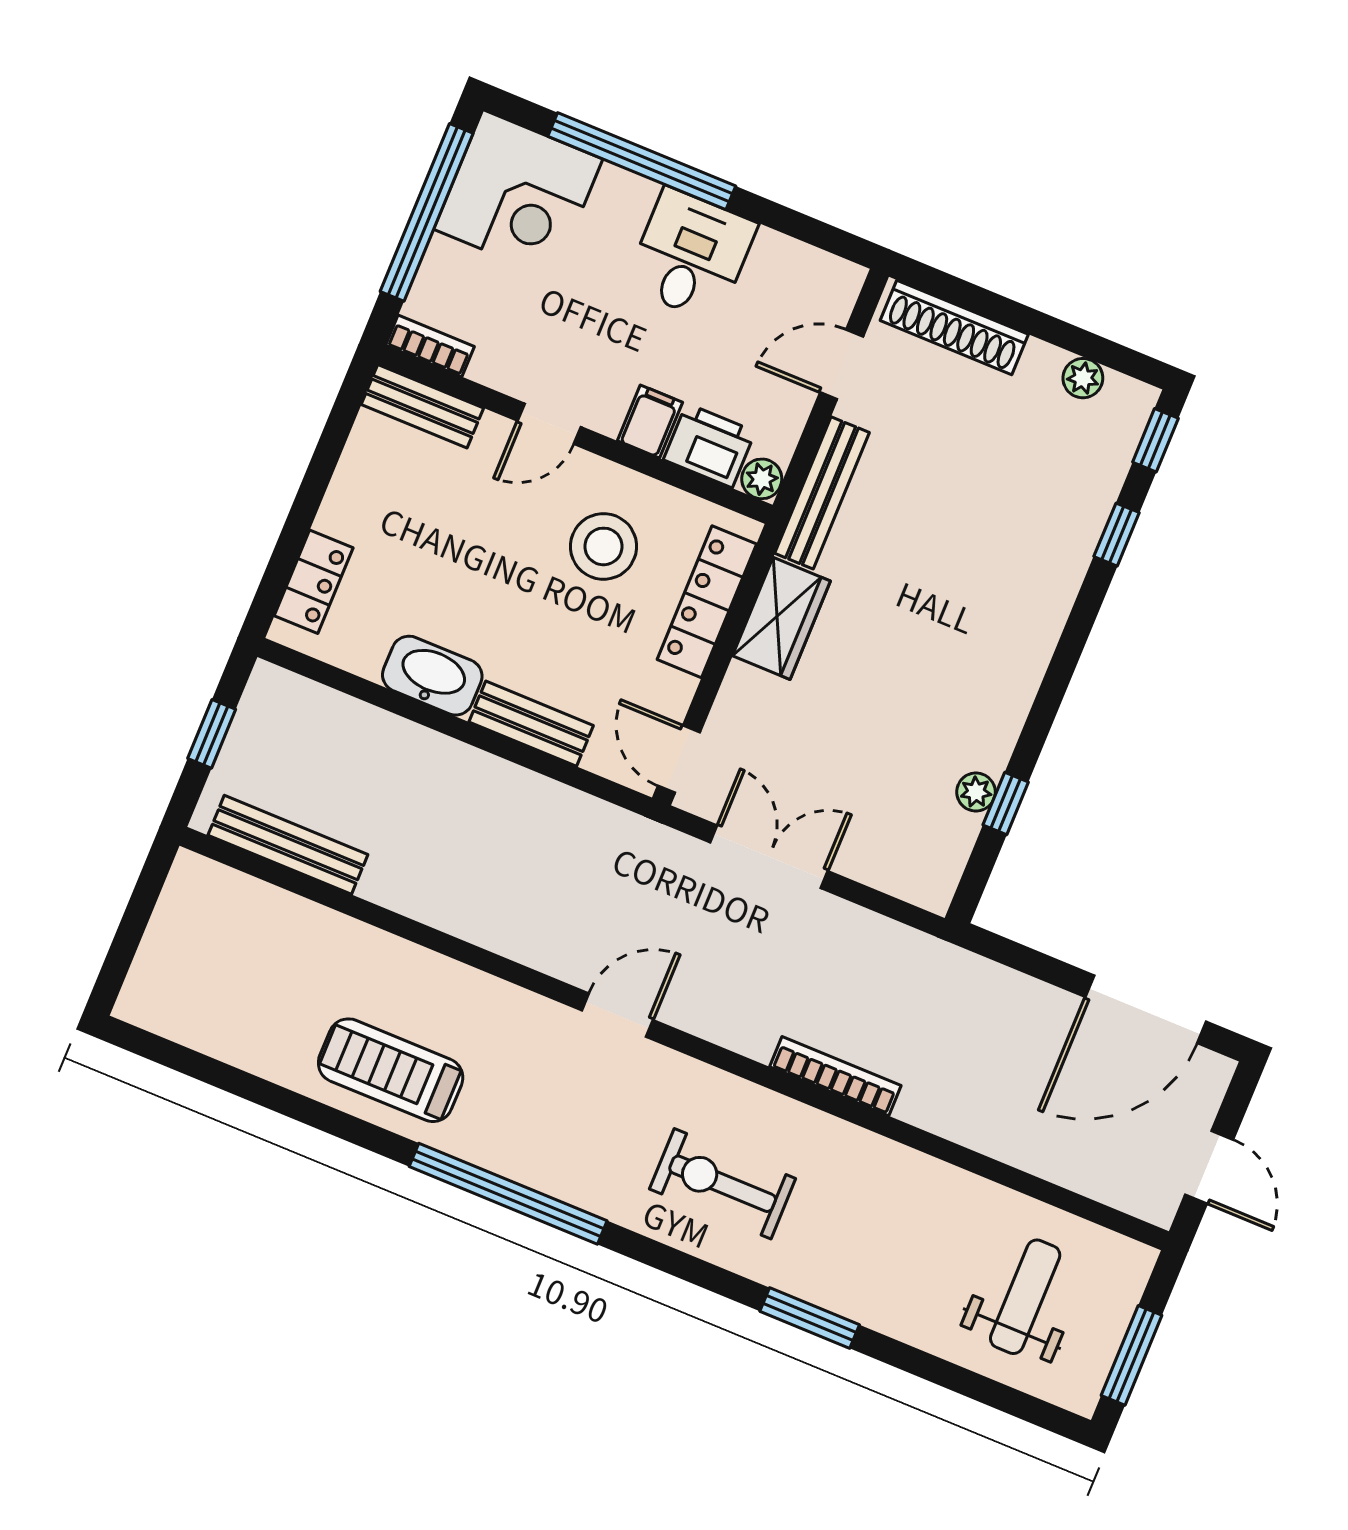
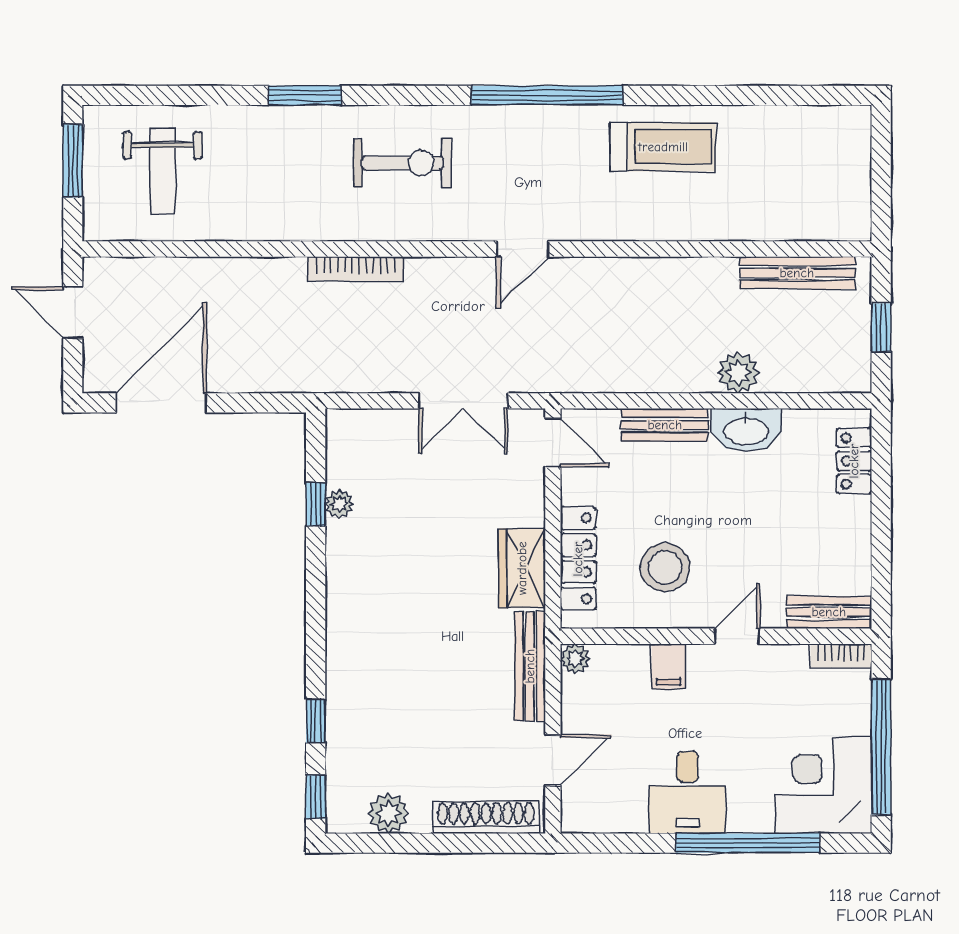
plant: (1083, 378) -> (389, 813), width x1.38, depth x1.38
printer: (709, 446) -> (621, 667), removed
plant: (413, 751) -> (738, 373), added

